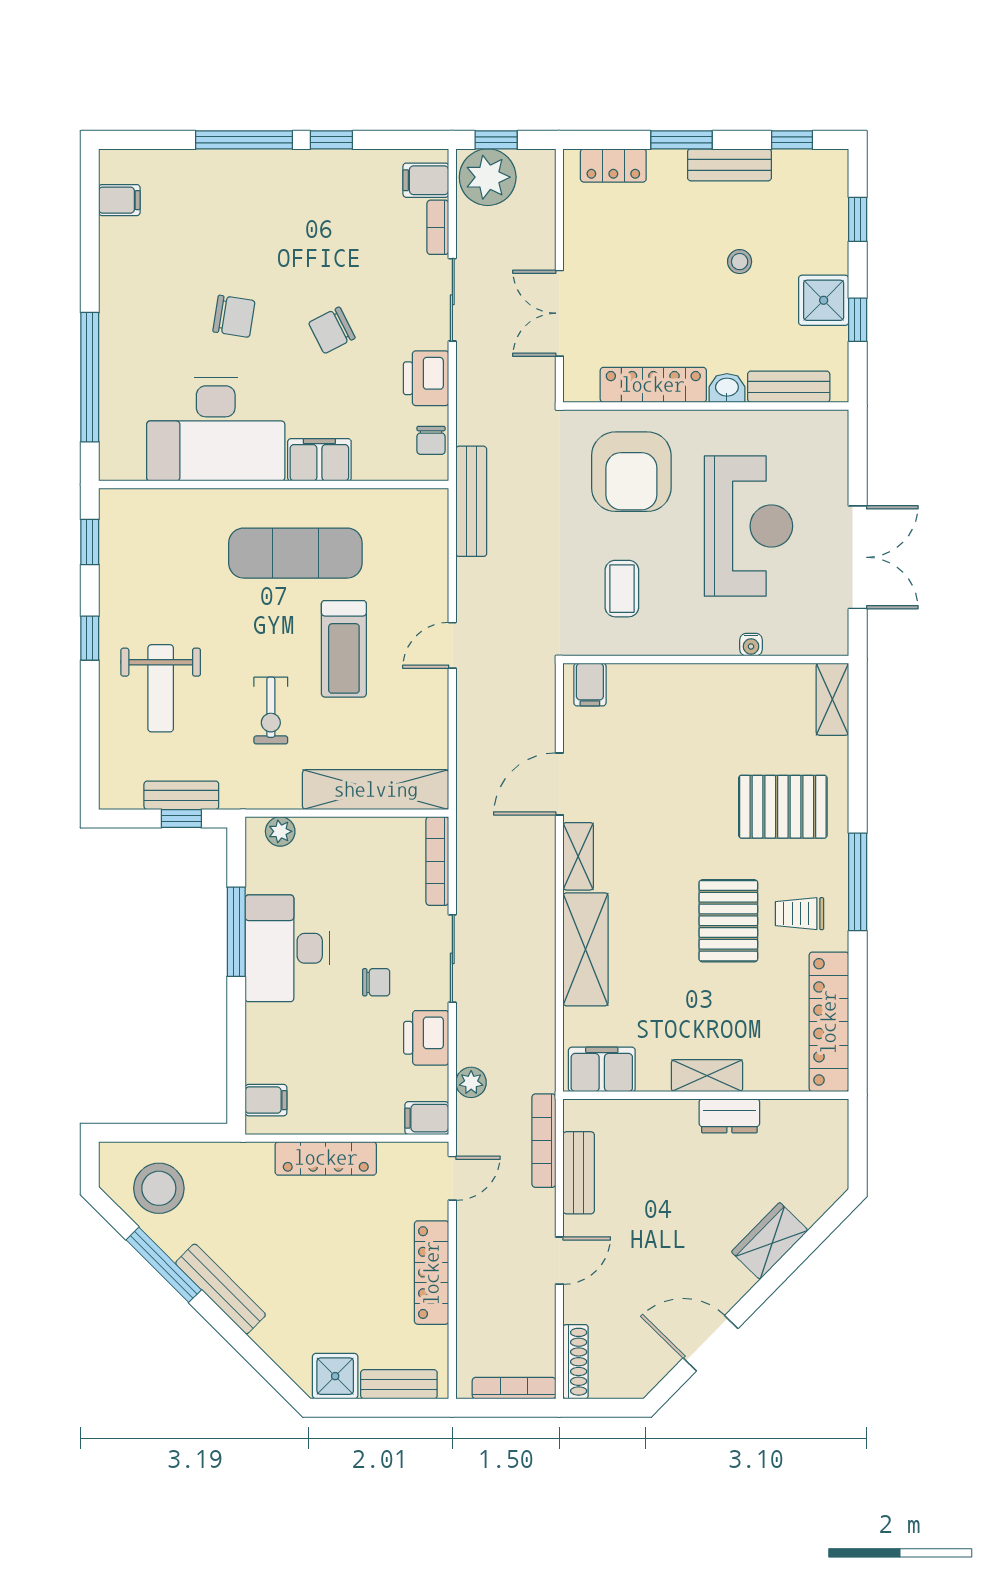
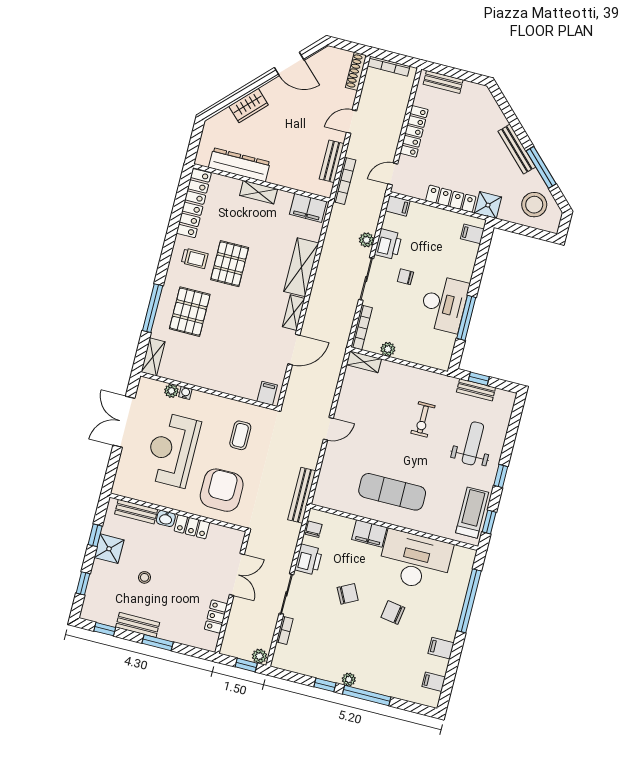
plant: (287, 163) -> (349, 679), added
locker: (613, 165) -> (216, 616), moved, turned -90
plant: (488, 177) -> (259, 656), width x0.53, depth x0.53
filing cabinet: (426, 180) -> (441, 648), moved, turned 180
locker: (653, 385) -> (192, 527), width x0.66
plant: (780, 642) -> (171, 391), added
treadmill: (344, 649) -> (472, 513), moved
exercise bike: (271, 711) -> (423, 419), turned 180
shelving: (376, 790) -> (364, 362), width x0.45, depth x0.75
pallet: (783, 807) -> (190, 312), turned 90
plant: (280, 831) -> (388, 349), moved
window: (858, 882) -> (153, 308), moved
plant: (471, 1082) -> (366, 240), moved
dresser: (729, 1116) -> (239, 165), width x1.96, depth x1.24
shower: (335, 1376) -> (488, 205), moved

